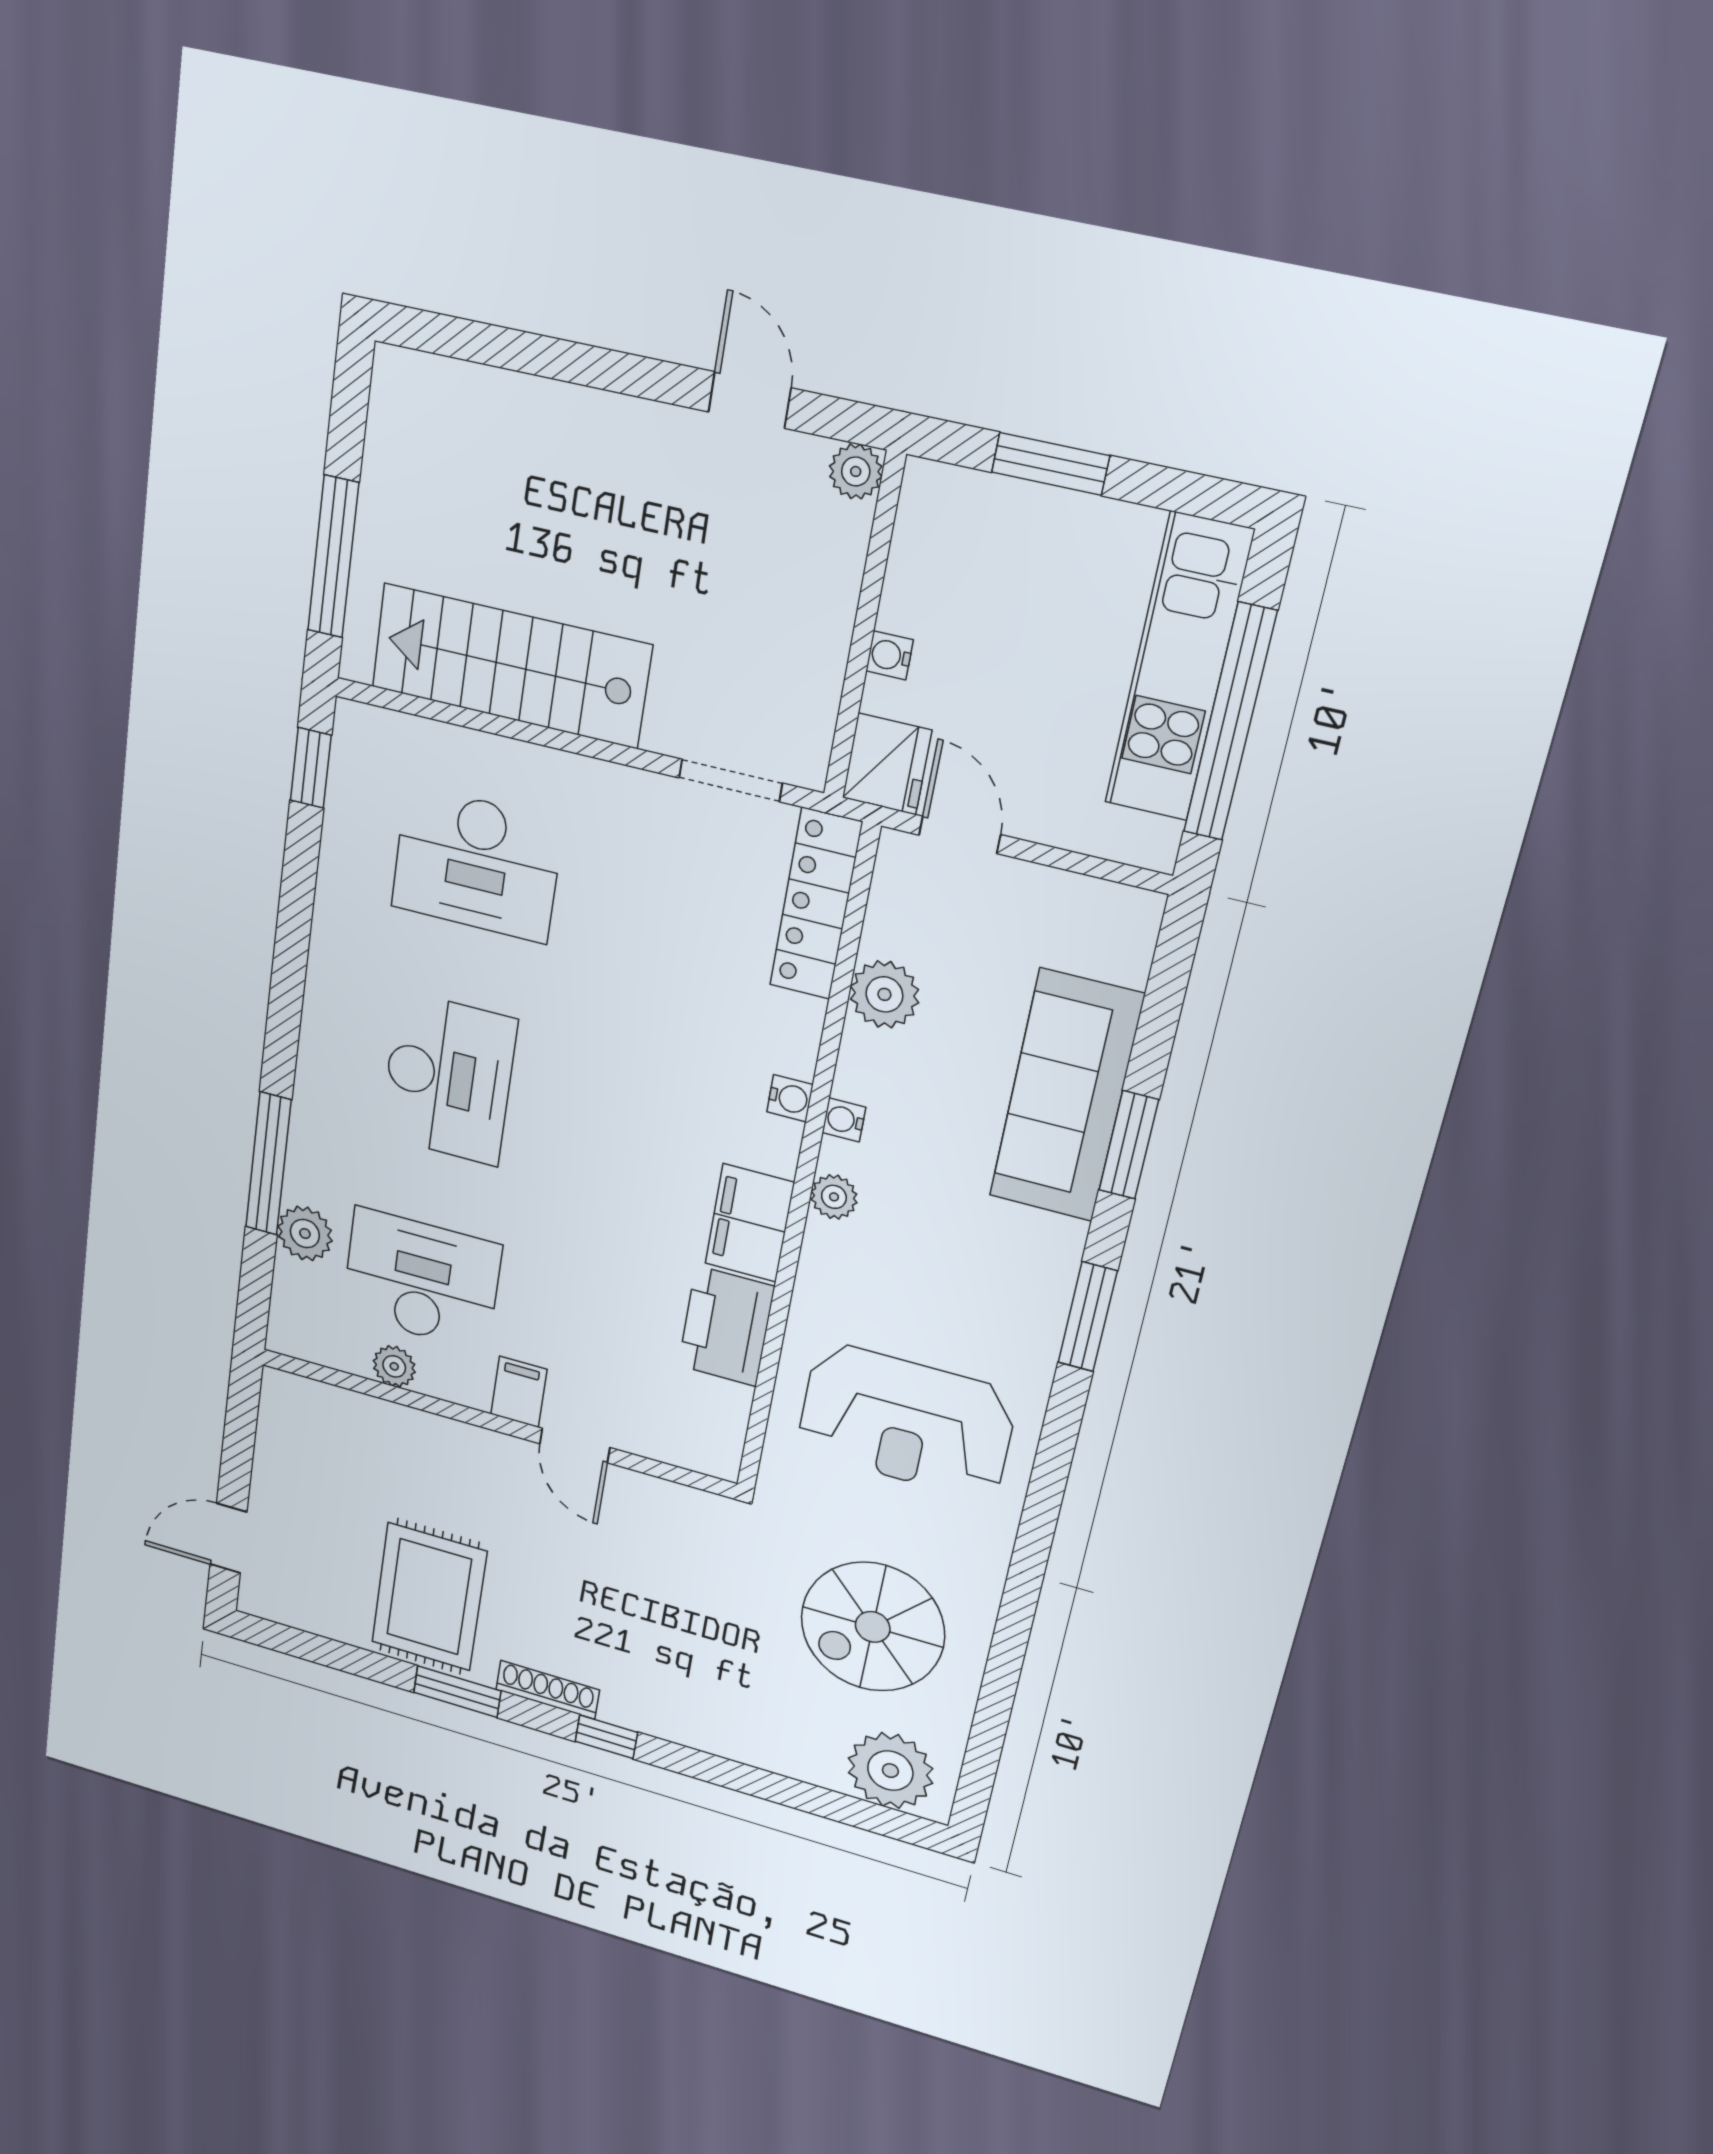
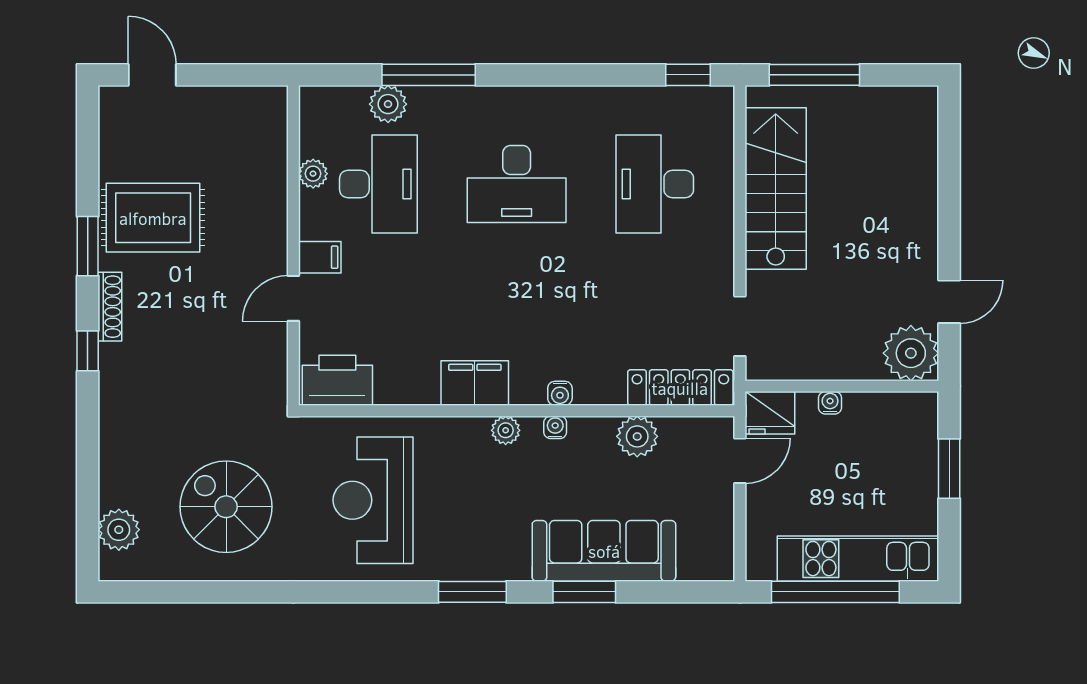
plant: (856, 471) -> (911, 353), width x1.87, depth x1.87
printer: (726, 1326) -> (337, 380), moved
plant: (890, 1771) -> (119, 530), width x0.73, depth x0.73

